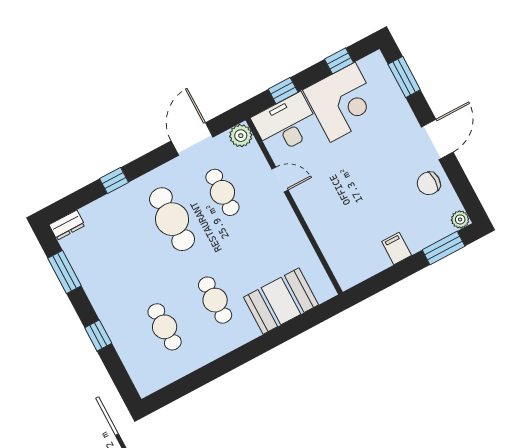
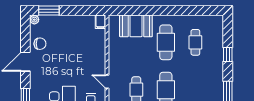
filing cabinet: (397, 248) -> (100, 22), moved
cafe table: (215, 300) -> (166, 42), width x1.37, depth x1.35

